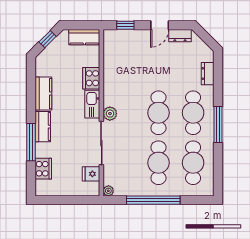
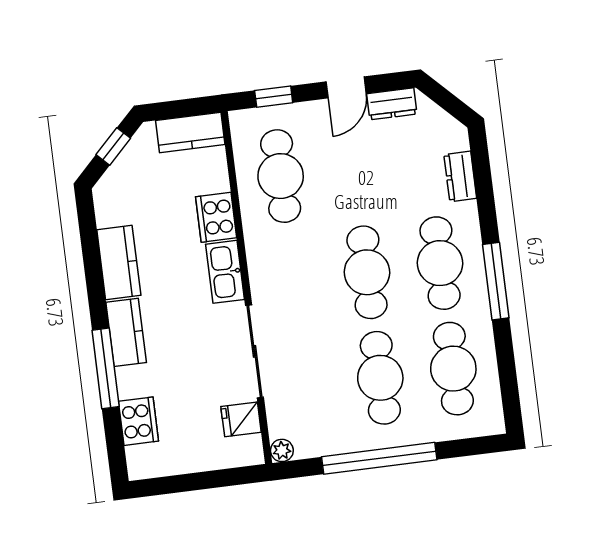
cafe table: (124, 63) -> (281, 176), added
plant: (110, 114) -> (265, 287), removed

